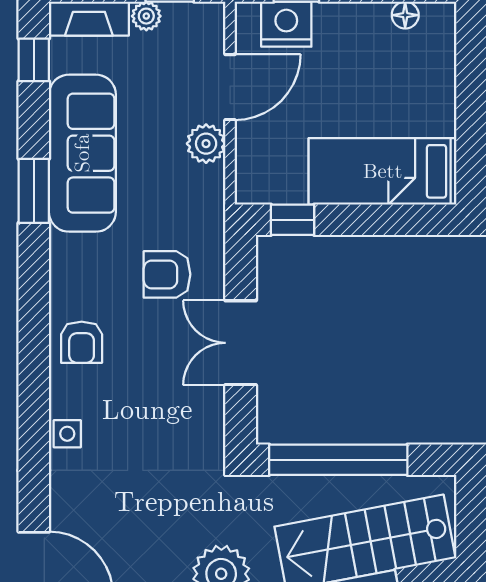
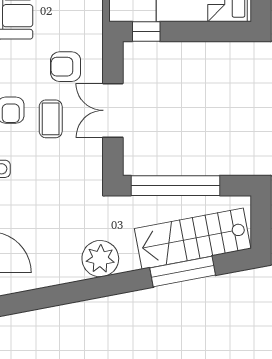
coffee table: (144, 356) -> (51, 119), added

